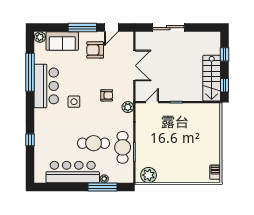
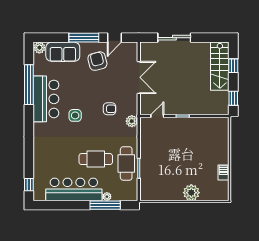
armchair: (95, 50) -> (97, 61), turned 76
stairs: (212, 78) -> (220, 66), moved
window: (30, 140) -> (29, 185), moved
barbecue: (215, 172) -> (224, 172), moved
plant: (149, 175) -> (191, 193), moved

